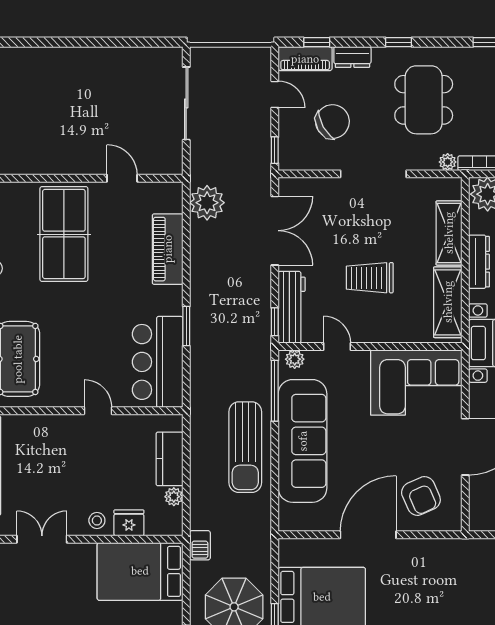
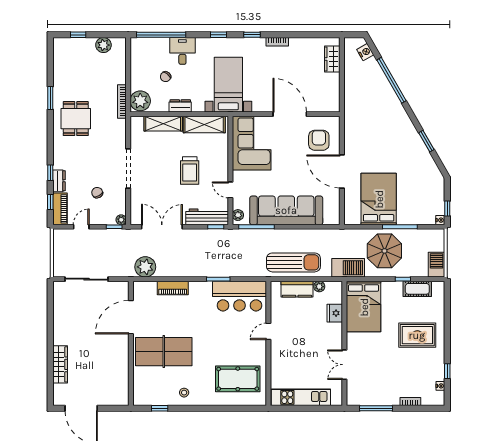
window: (399, 42) -> (50, 173), moved
wardrobe: (42, 59) -> (60, 364), added
dining table: (424, 100) -> (76, 119), moved, width x0.73
chair: (332, 122) -> (97, 193), width x0.54, depth x0.54
plant: (448, 162) -> (121, 220), moved
door: (122, 178) -> (131, 317), width x1.87
piano: (168, 249) -> (173, 288), width x0.73, depth x0.75
dresser: (479, 262) -> (180, 106), width x0.70
door: (337, 347) -> (230, 190), hinge flipped
sun lounger: (245, 447) -> (293, 262), moved
armchair: (421, 496) -> (319, 140), turned -66
stool: (97, 520) -> (333, 332), removed
barbecue: (200, 545) -> (348, 268), width x1.88, depth x1.53

